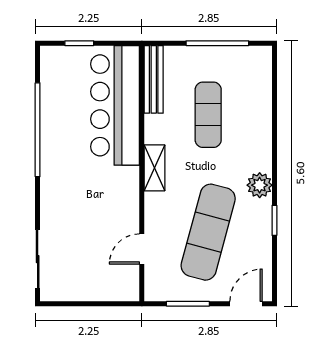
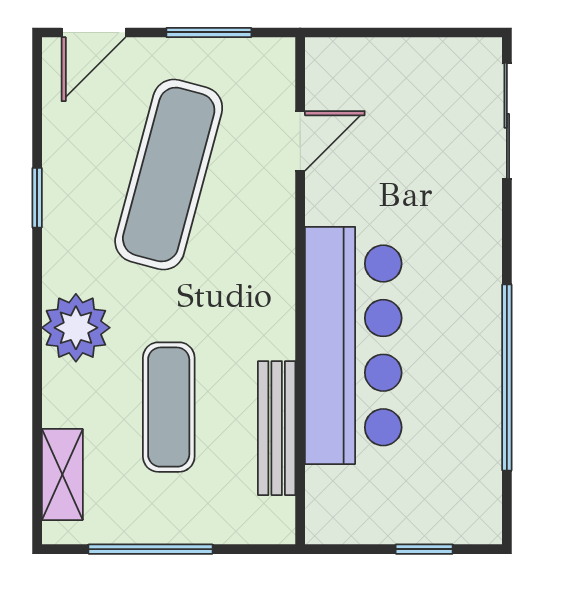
bench: (154, 79) -> (277, 428), moved
bar counter: (115, 105) -> (353, 345), moved
shelving: (155, 168) -> (62, 475), moved
plant: (260, 185) -> (76, 328), moved, width x1.36, depth x1.36

